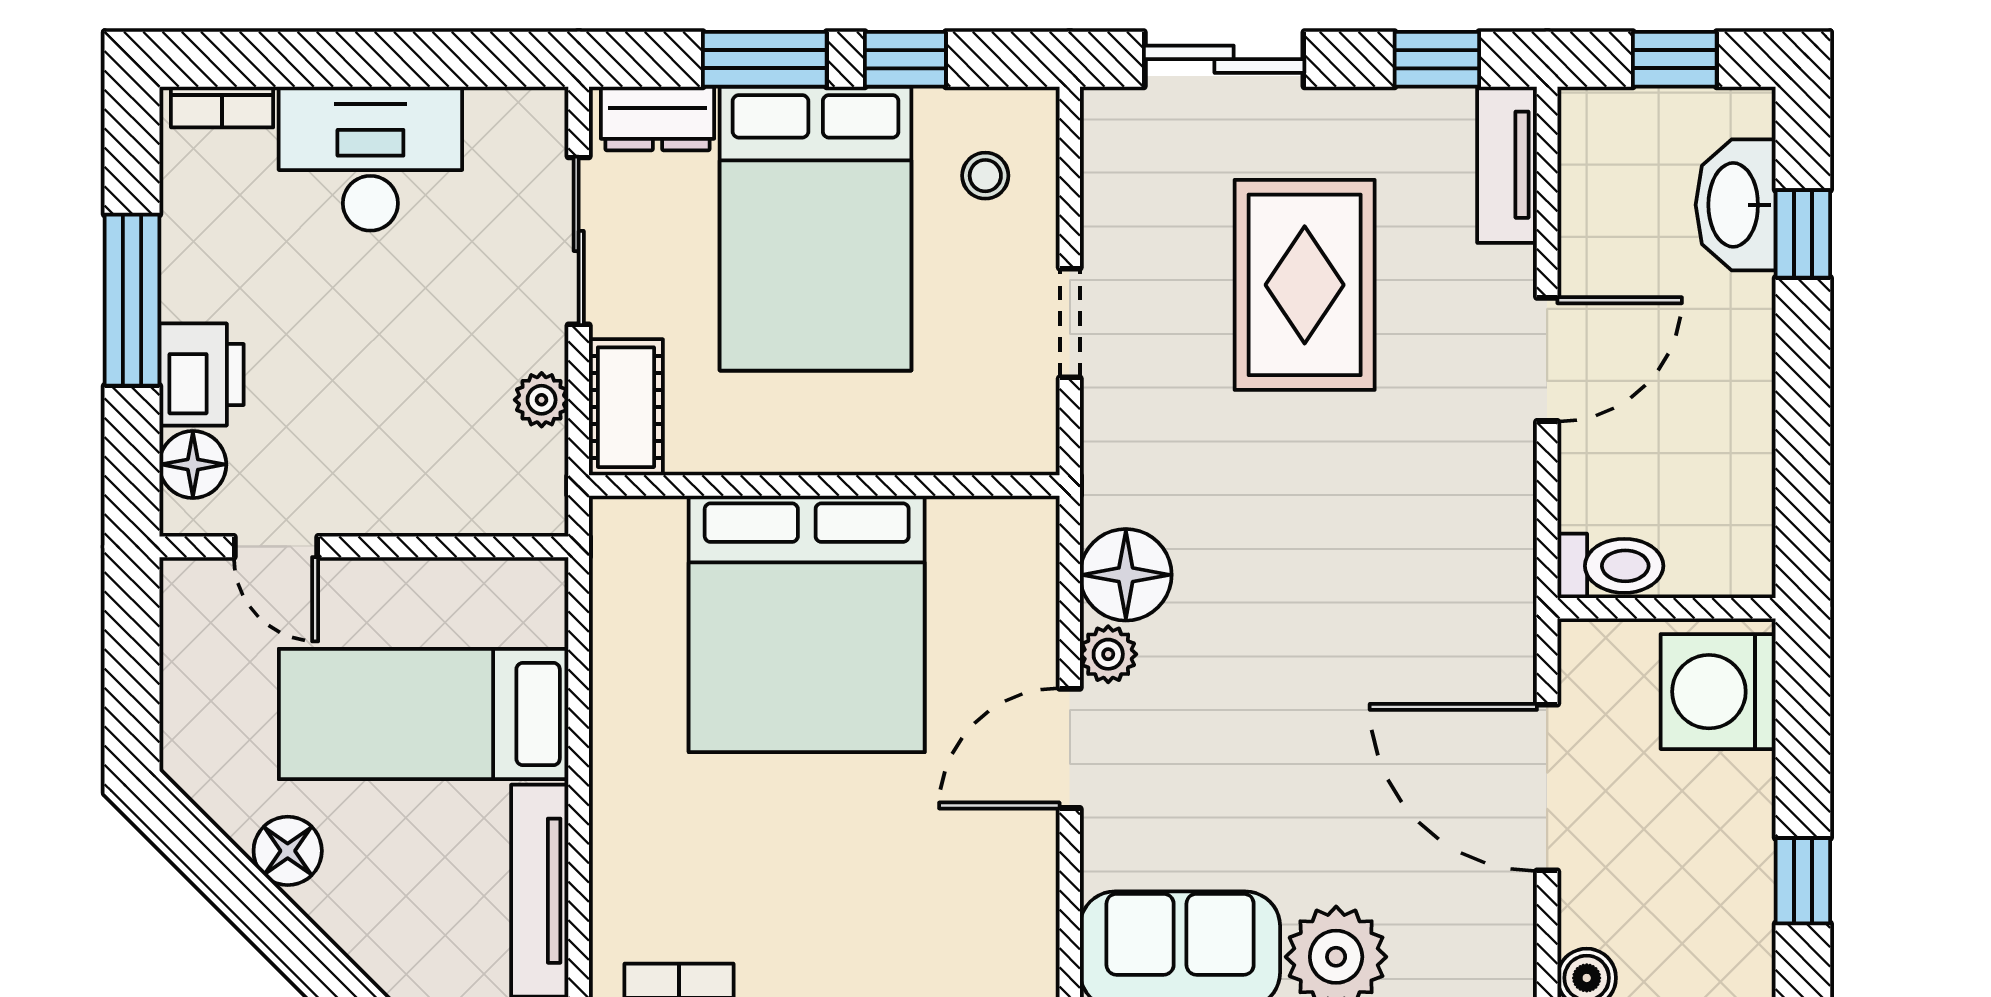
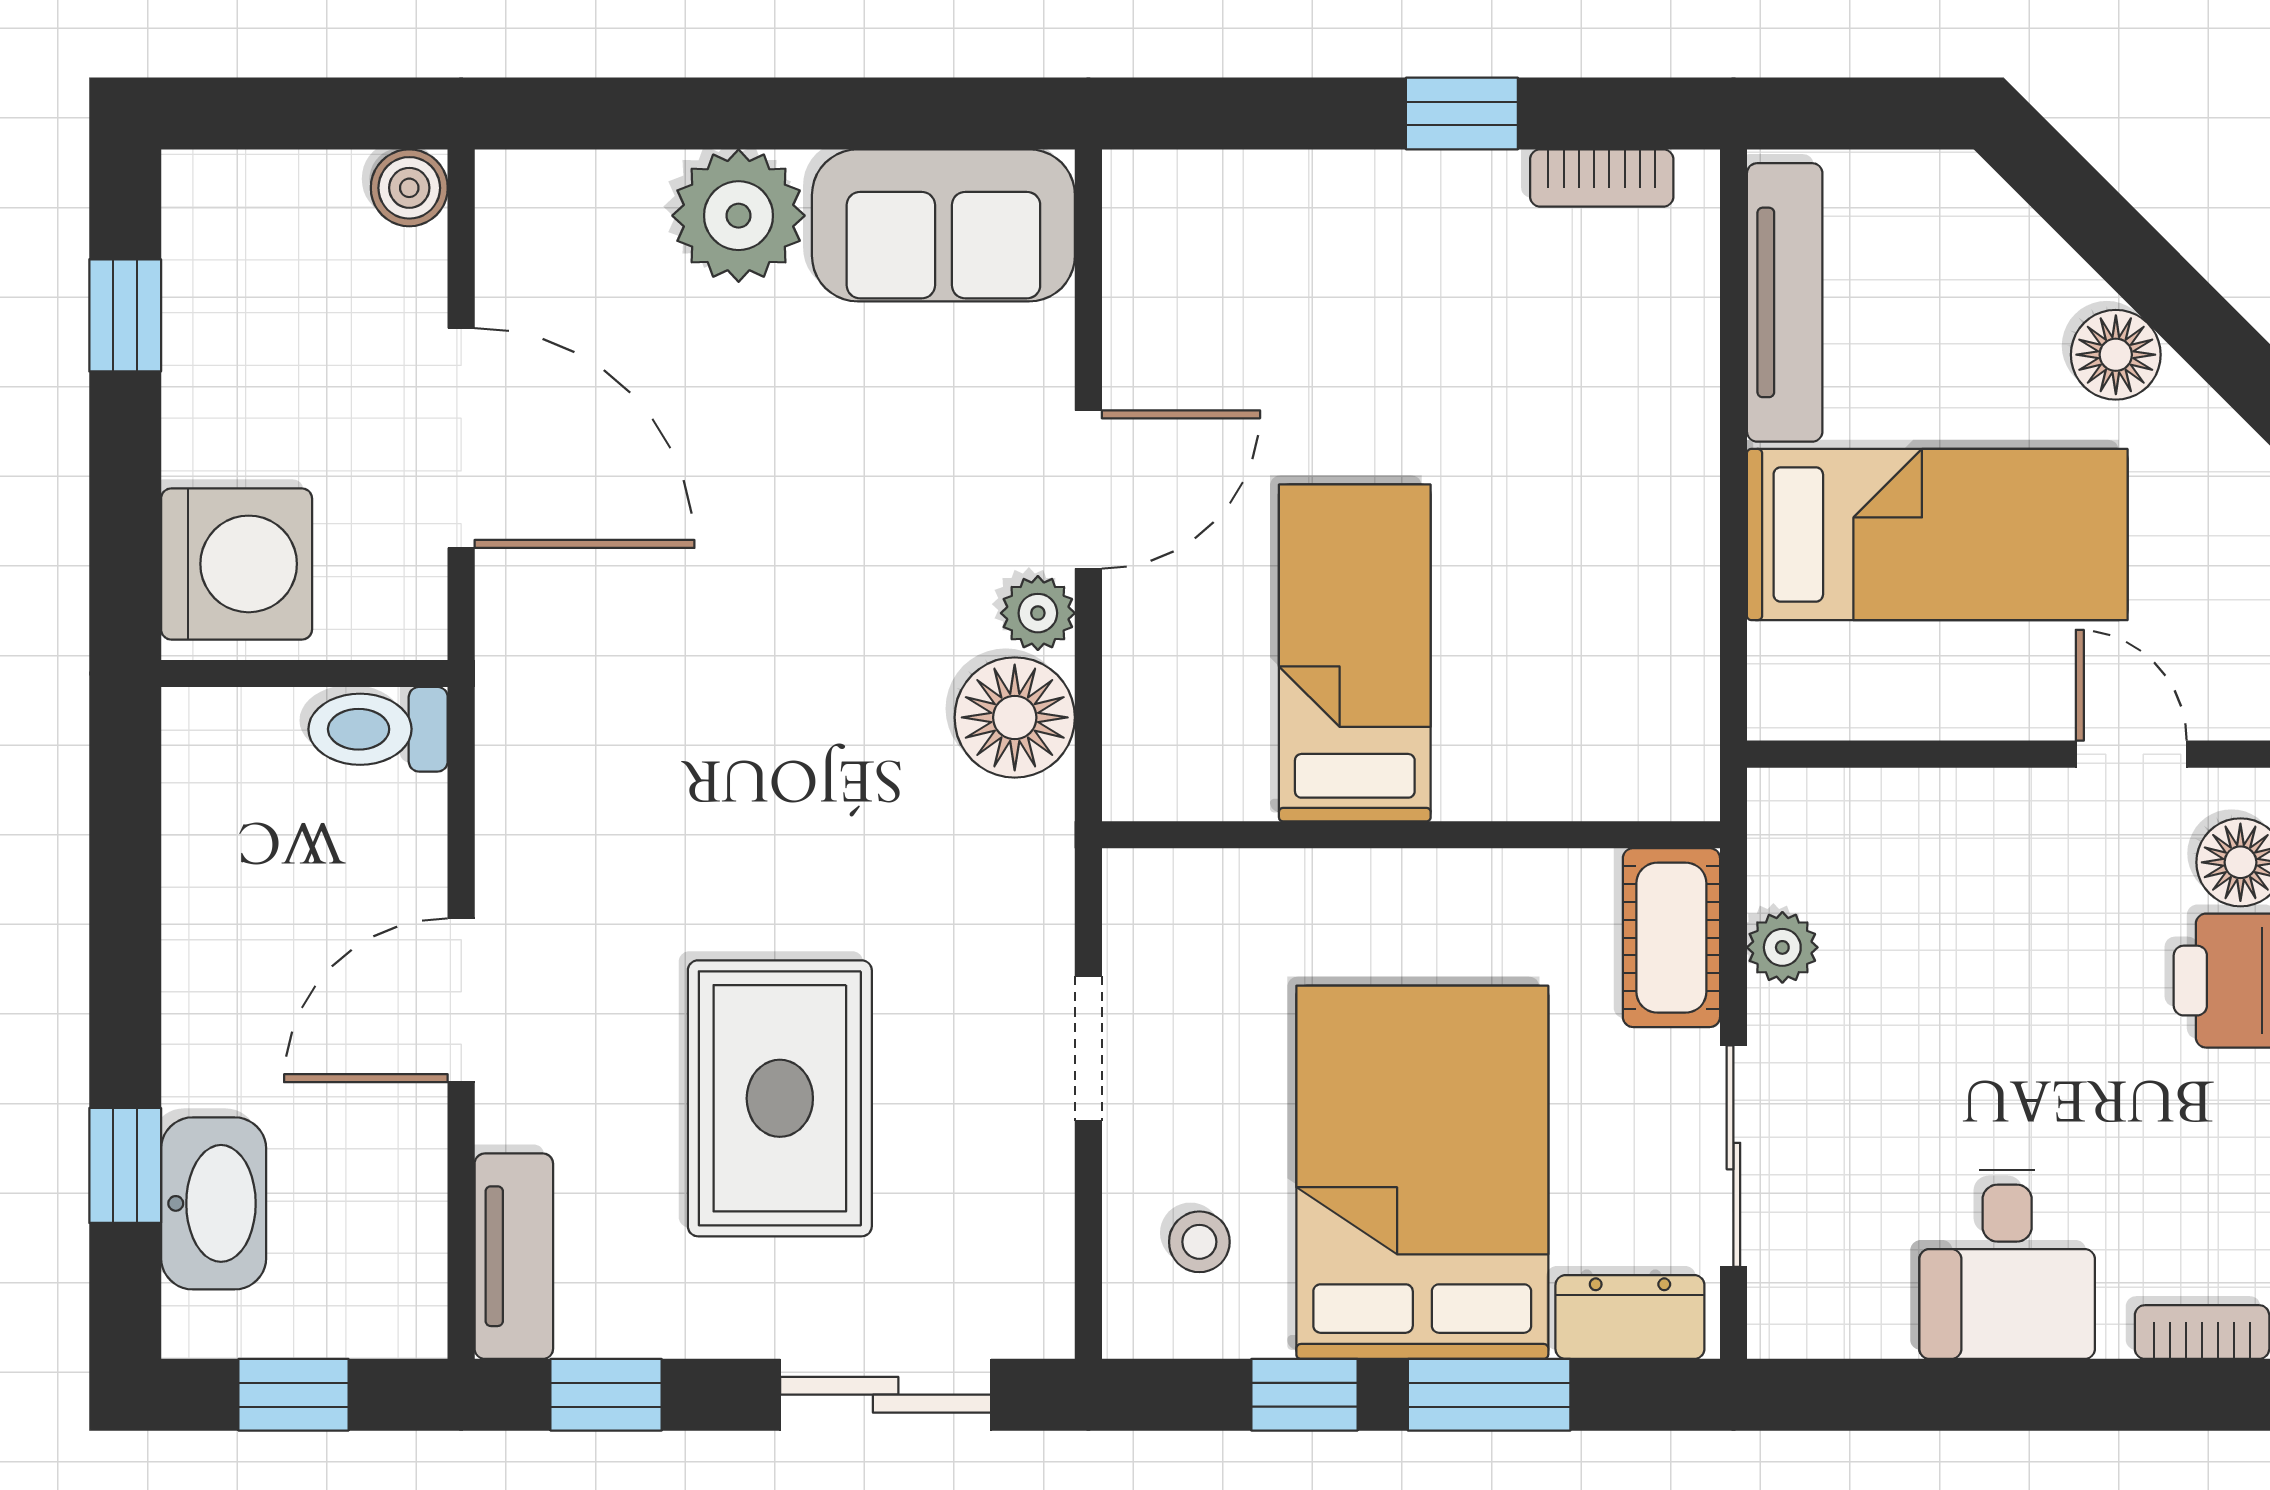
desk: (370, 159) -> (2007, 1264), width x0.73
bed: (807, 624) -> (1355, 653), width x0.49

